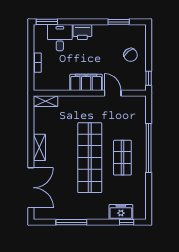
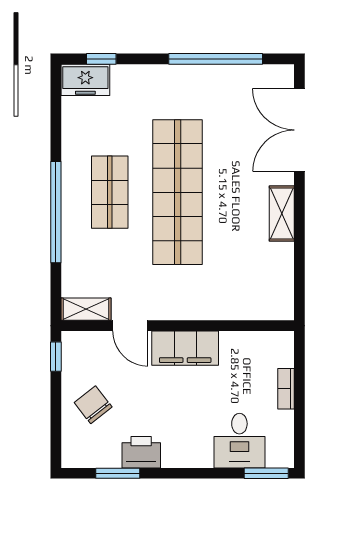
printer: (82, 32) -> (141, 452), moved
shelving: (45, 101) -> (86, 309), moved
freezer: (121, 212) -> (85, 80), moved
window: (71, 222) -> (216, 59), width x1.46

